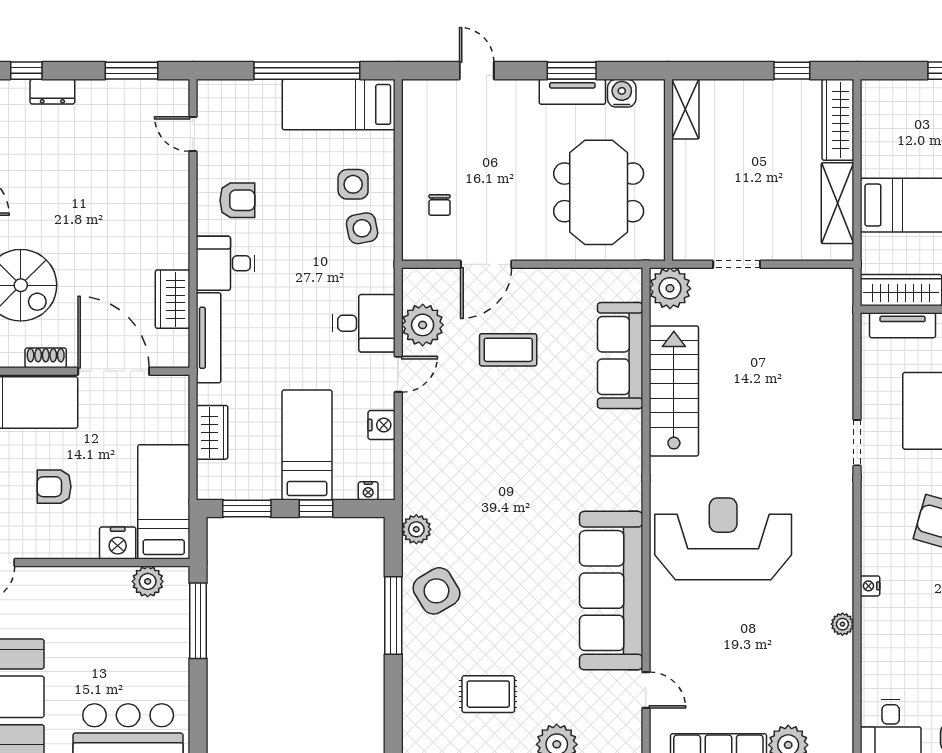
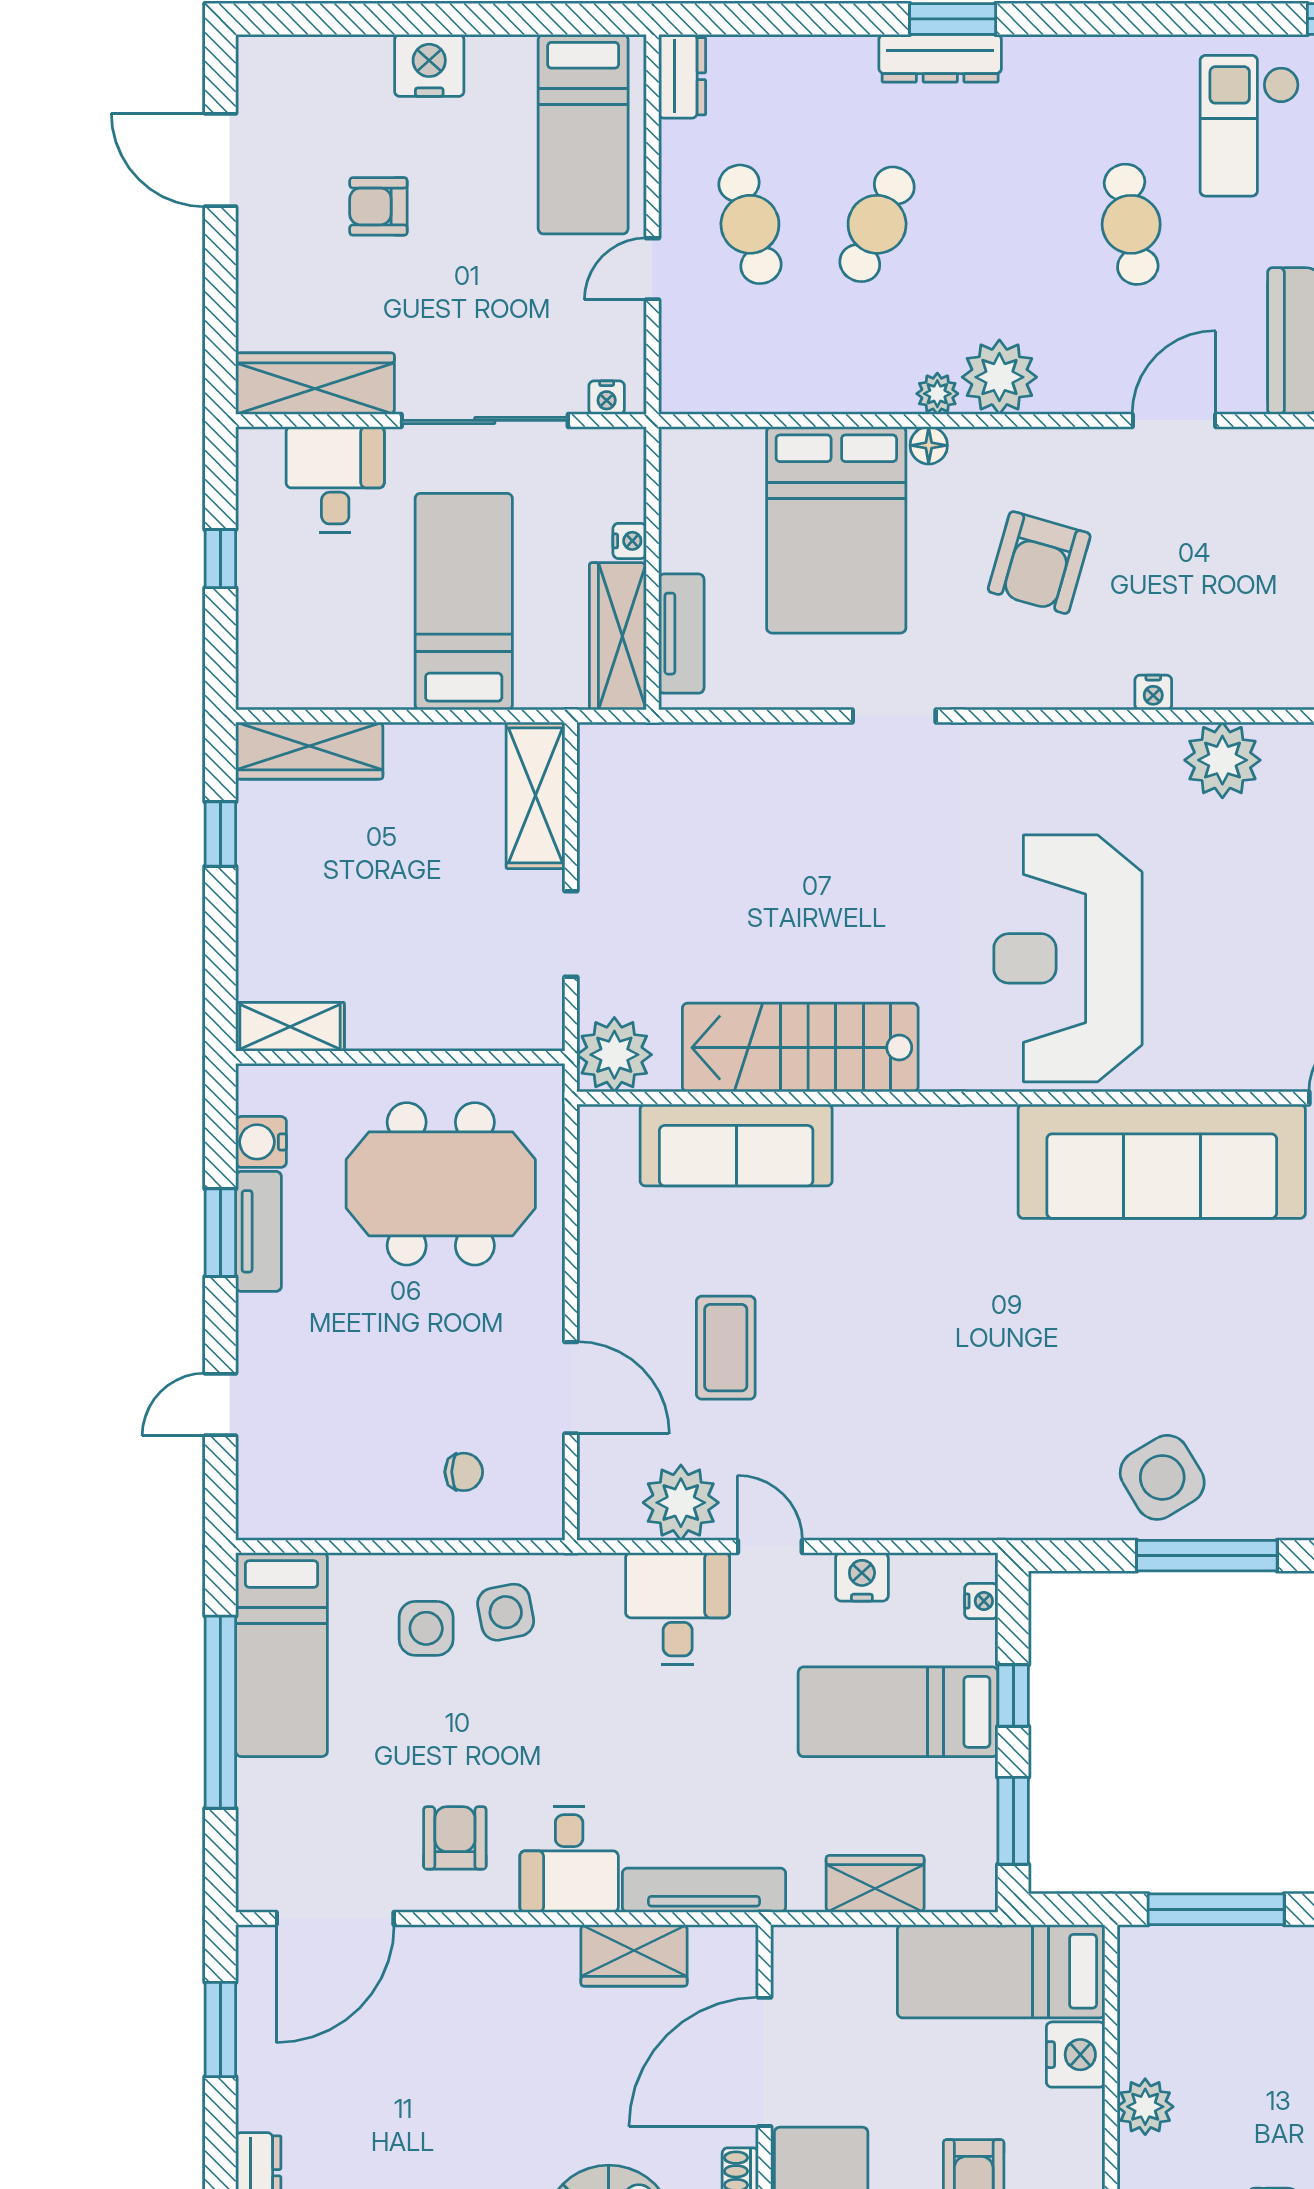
door: (193, 134) -> (335, 1918), width x1.87
shelving: (837, 203) -> (535, 795), moved, turned 90
plant: (416, 529) -> (1051, 1514), removed
plant: (148, 581) -> (1145, 2107), moved
plant: (842, 624) -> (1222, 760), width x1.87, depth x1.87

